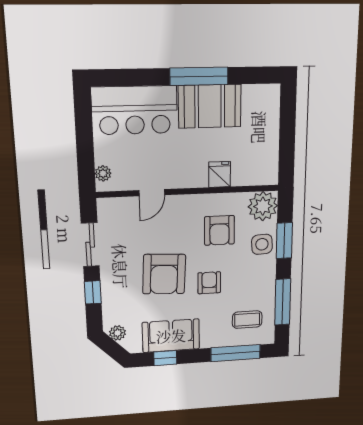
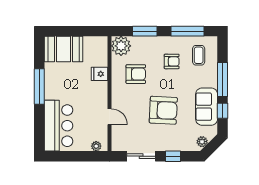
booth: (210, 106) -> (63, 49), moved, turned 90
side table: (262, 244) -> (146, 46), removed
armchair: (209, 283) -> (172, 61), moved, turned 180
window: (236, 353) -> (223, 79), moved

